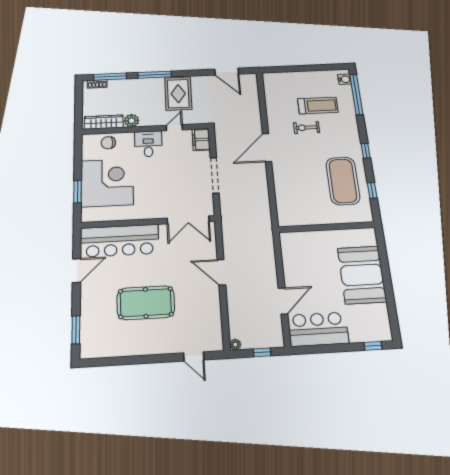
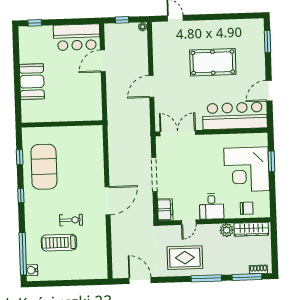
rug: (178, 94) -> (185, 258), turned 90
door: (221, 272) -> (151, 86), swing flipped
booth: (362, 275) -> (32, 82), width x0.73, depth x0.70

